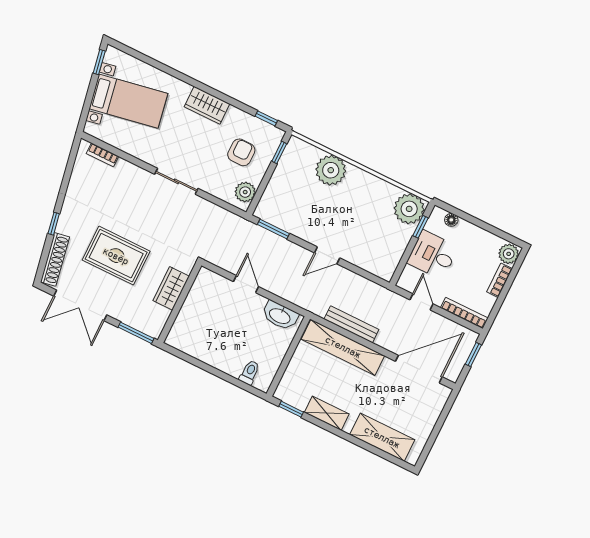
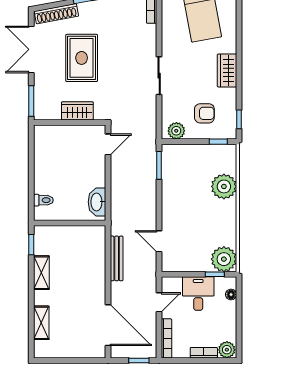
door: (327, 255) -> (159, 241), moved
door: (246, 284) -> (108, 144), moved
shelving: (343, 347) -> (96, 261), removed
shelving: (382, 437) -> (41, 323), width x0.67, depth x0.75

